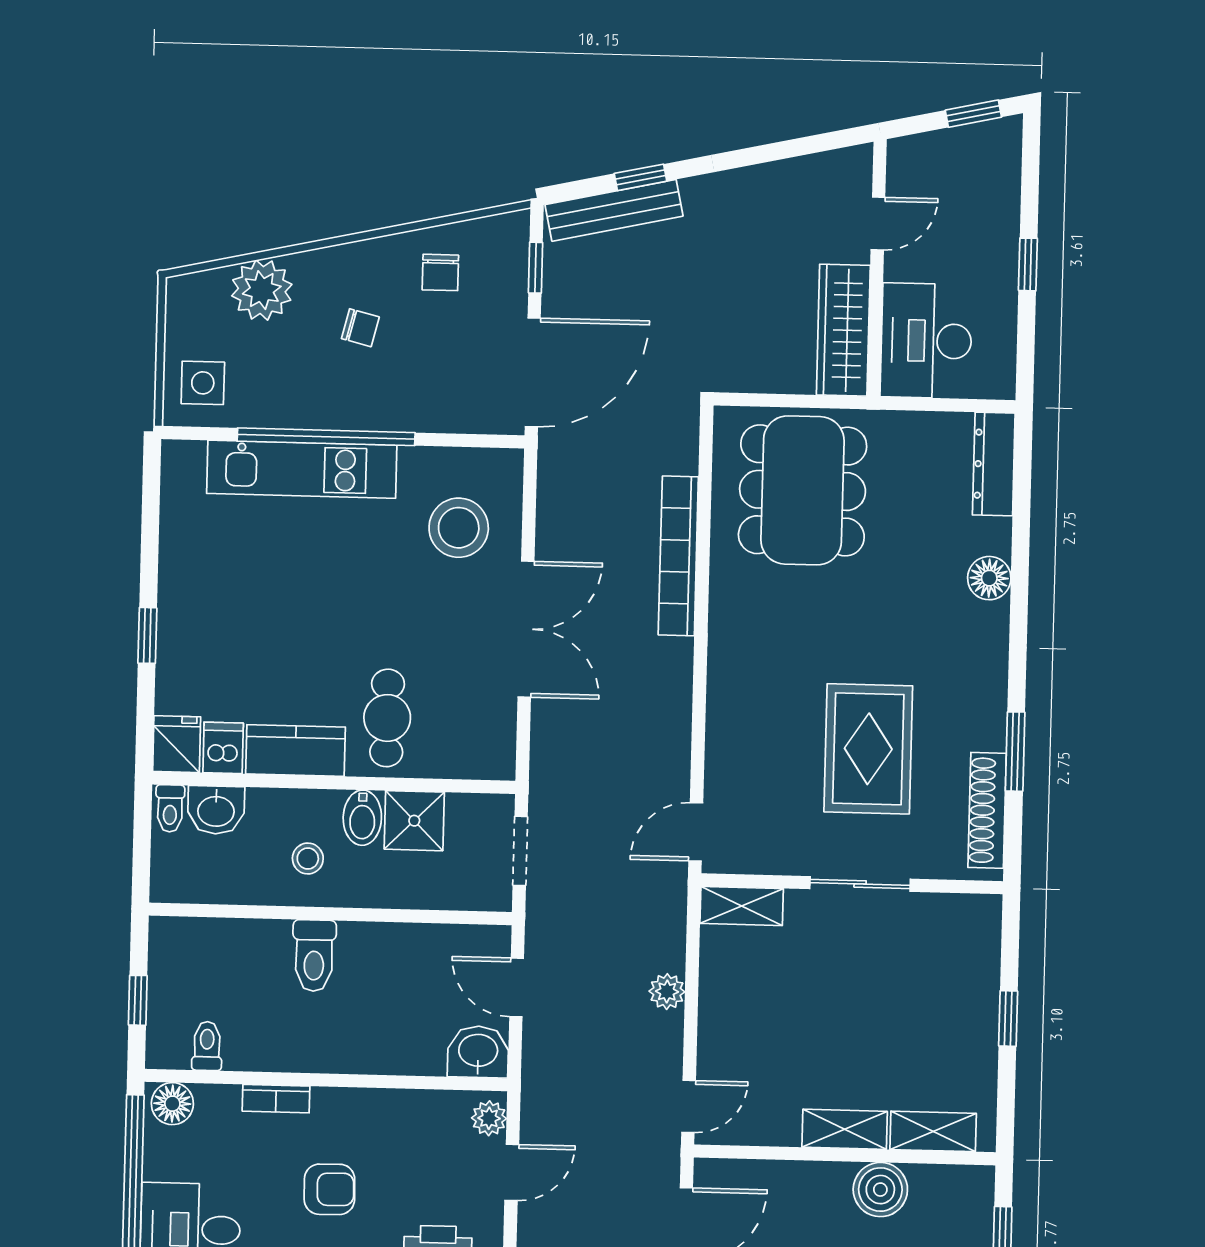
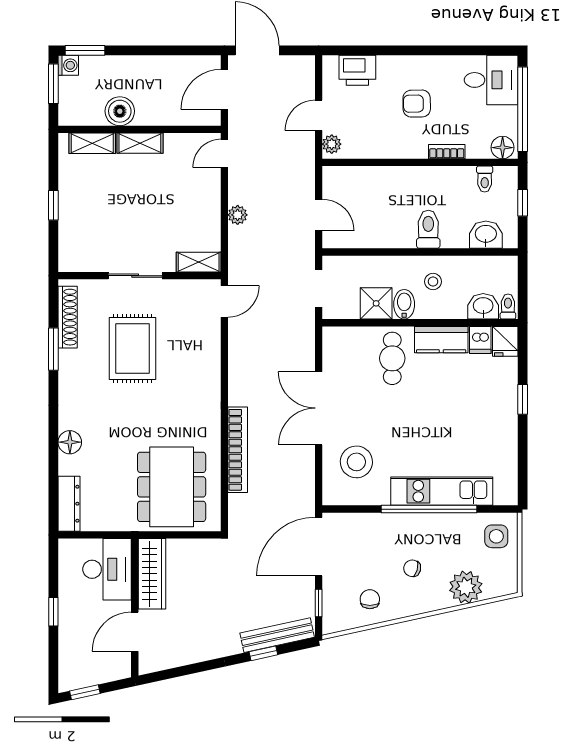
door: (878, 224) -> (135, 632), width x1.38
washbasin: (478, 1052) -> (486, 235), moved, turned 180

